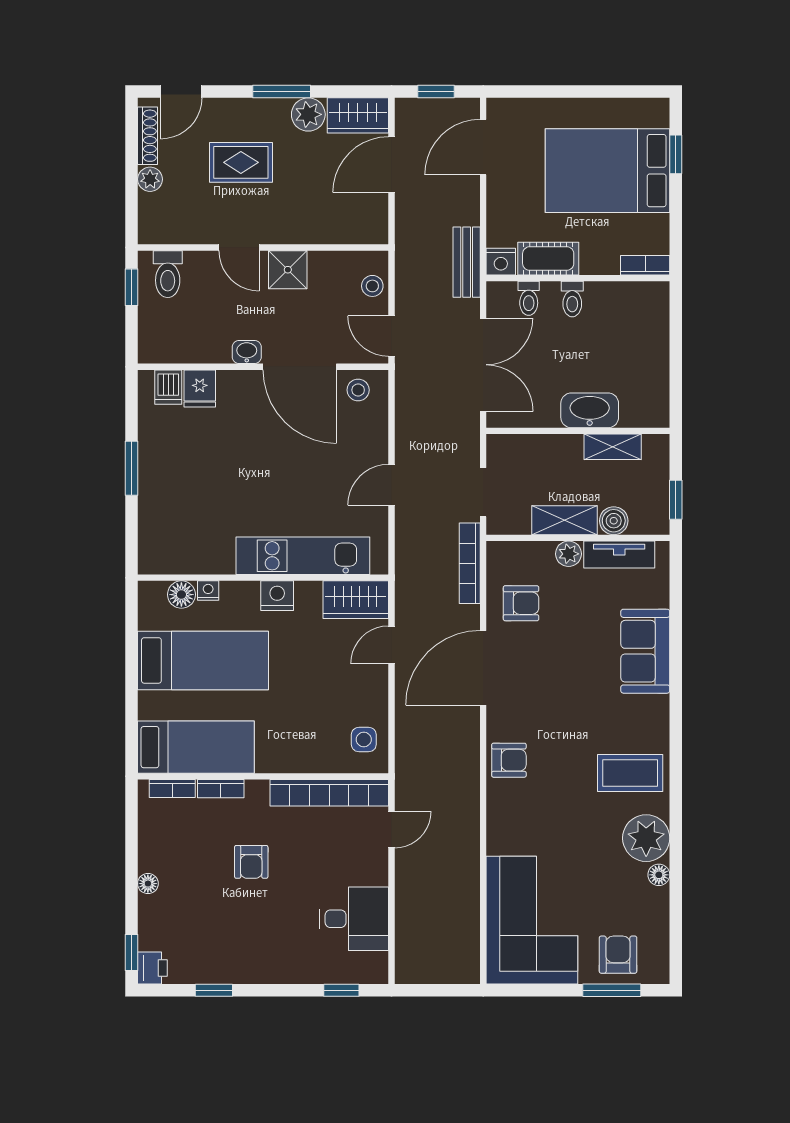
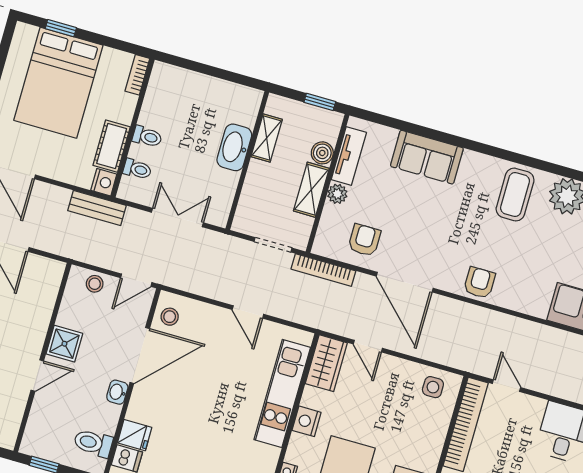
toilet: (168, 274) -> (93, 443), moved, turned 180
double door: (483, 365) -> (177, 217), width x0.73

